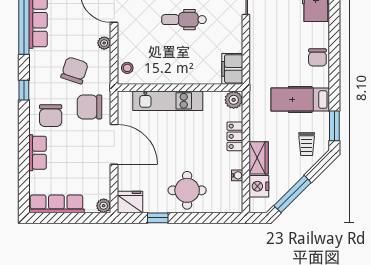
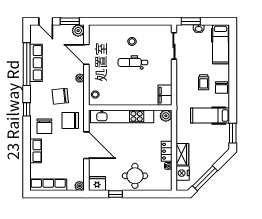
chair: (75, 70) -> (60, 96), turned -114
kitchen unit: (168, 101) -> (122, 116), width x1.36
locker: (235, 136) -> (167, 151), moved
trolley: (307, 144) -> (204, 82), moved

